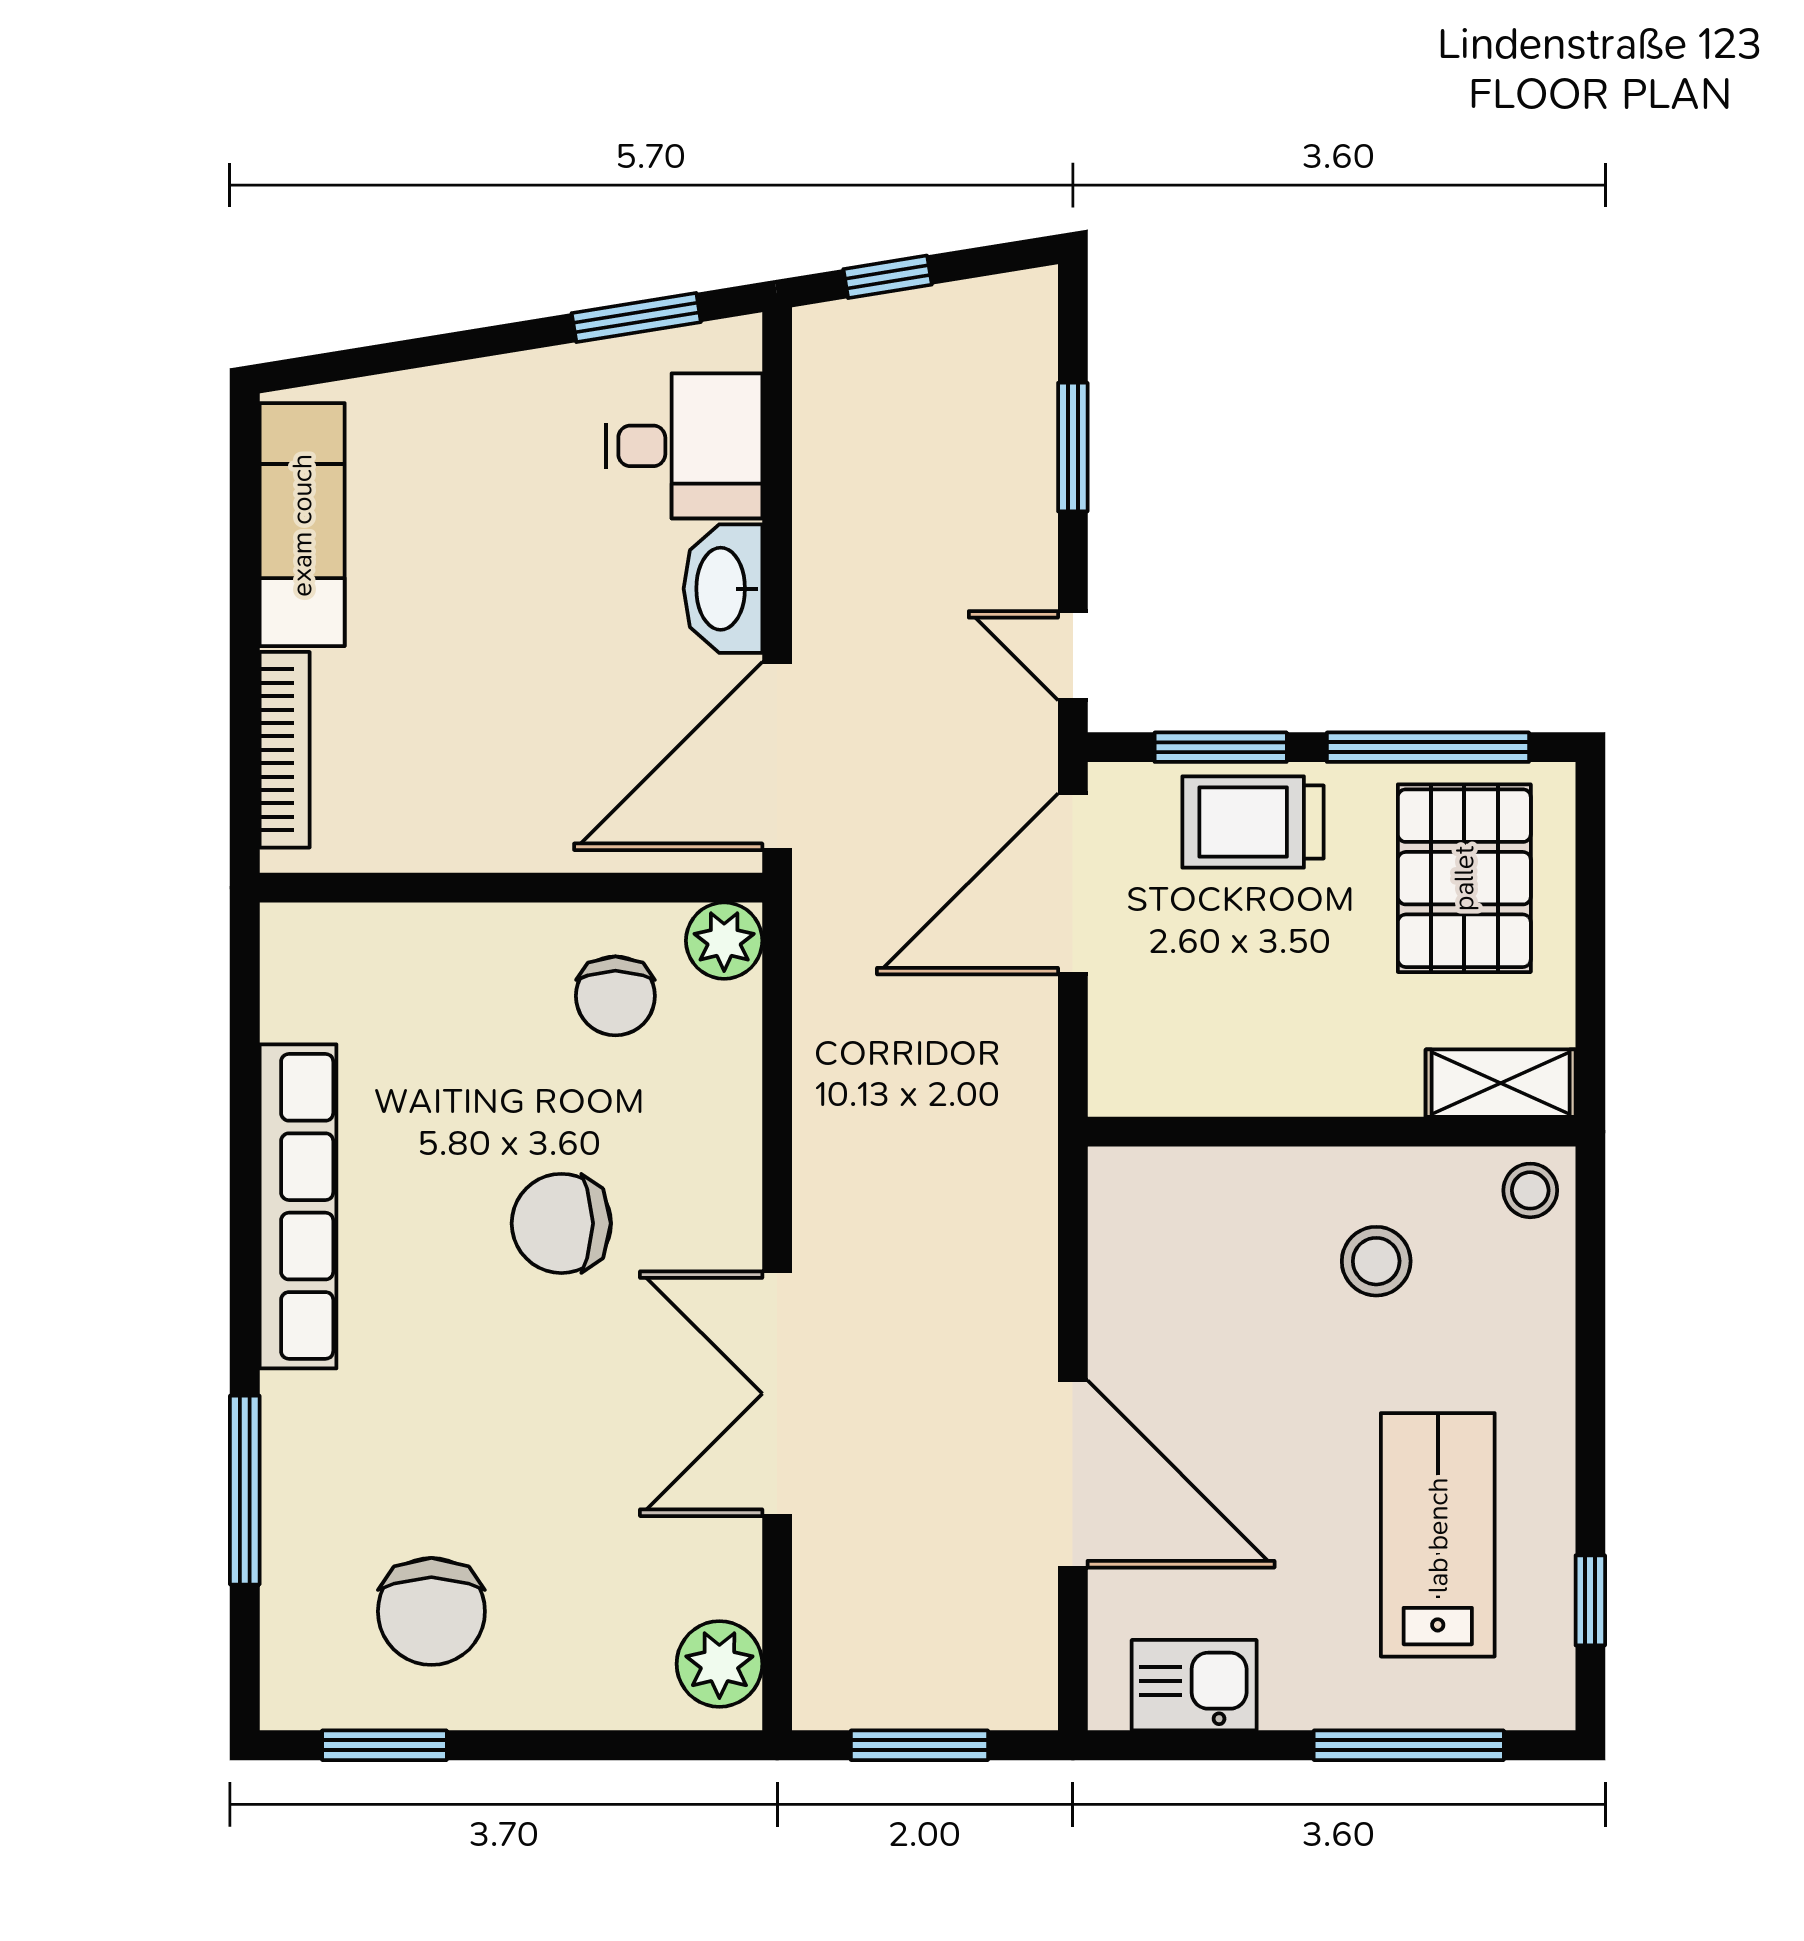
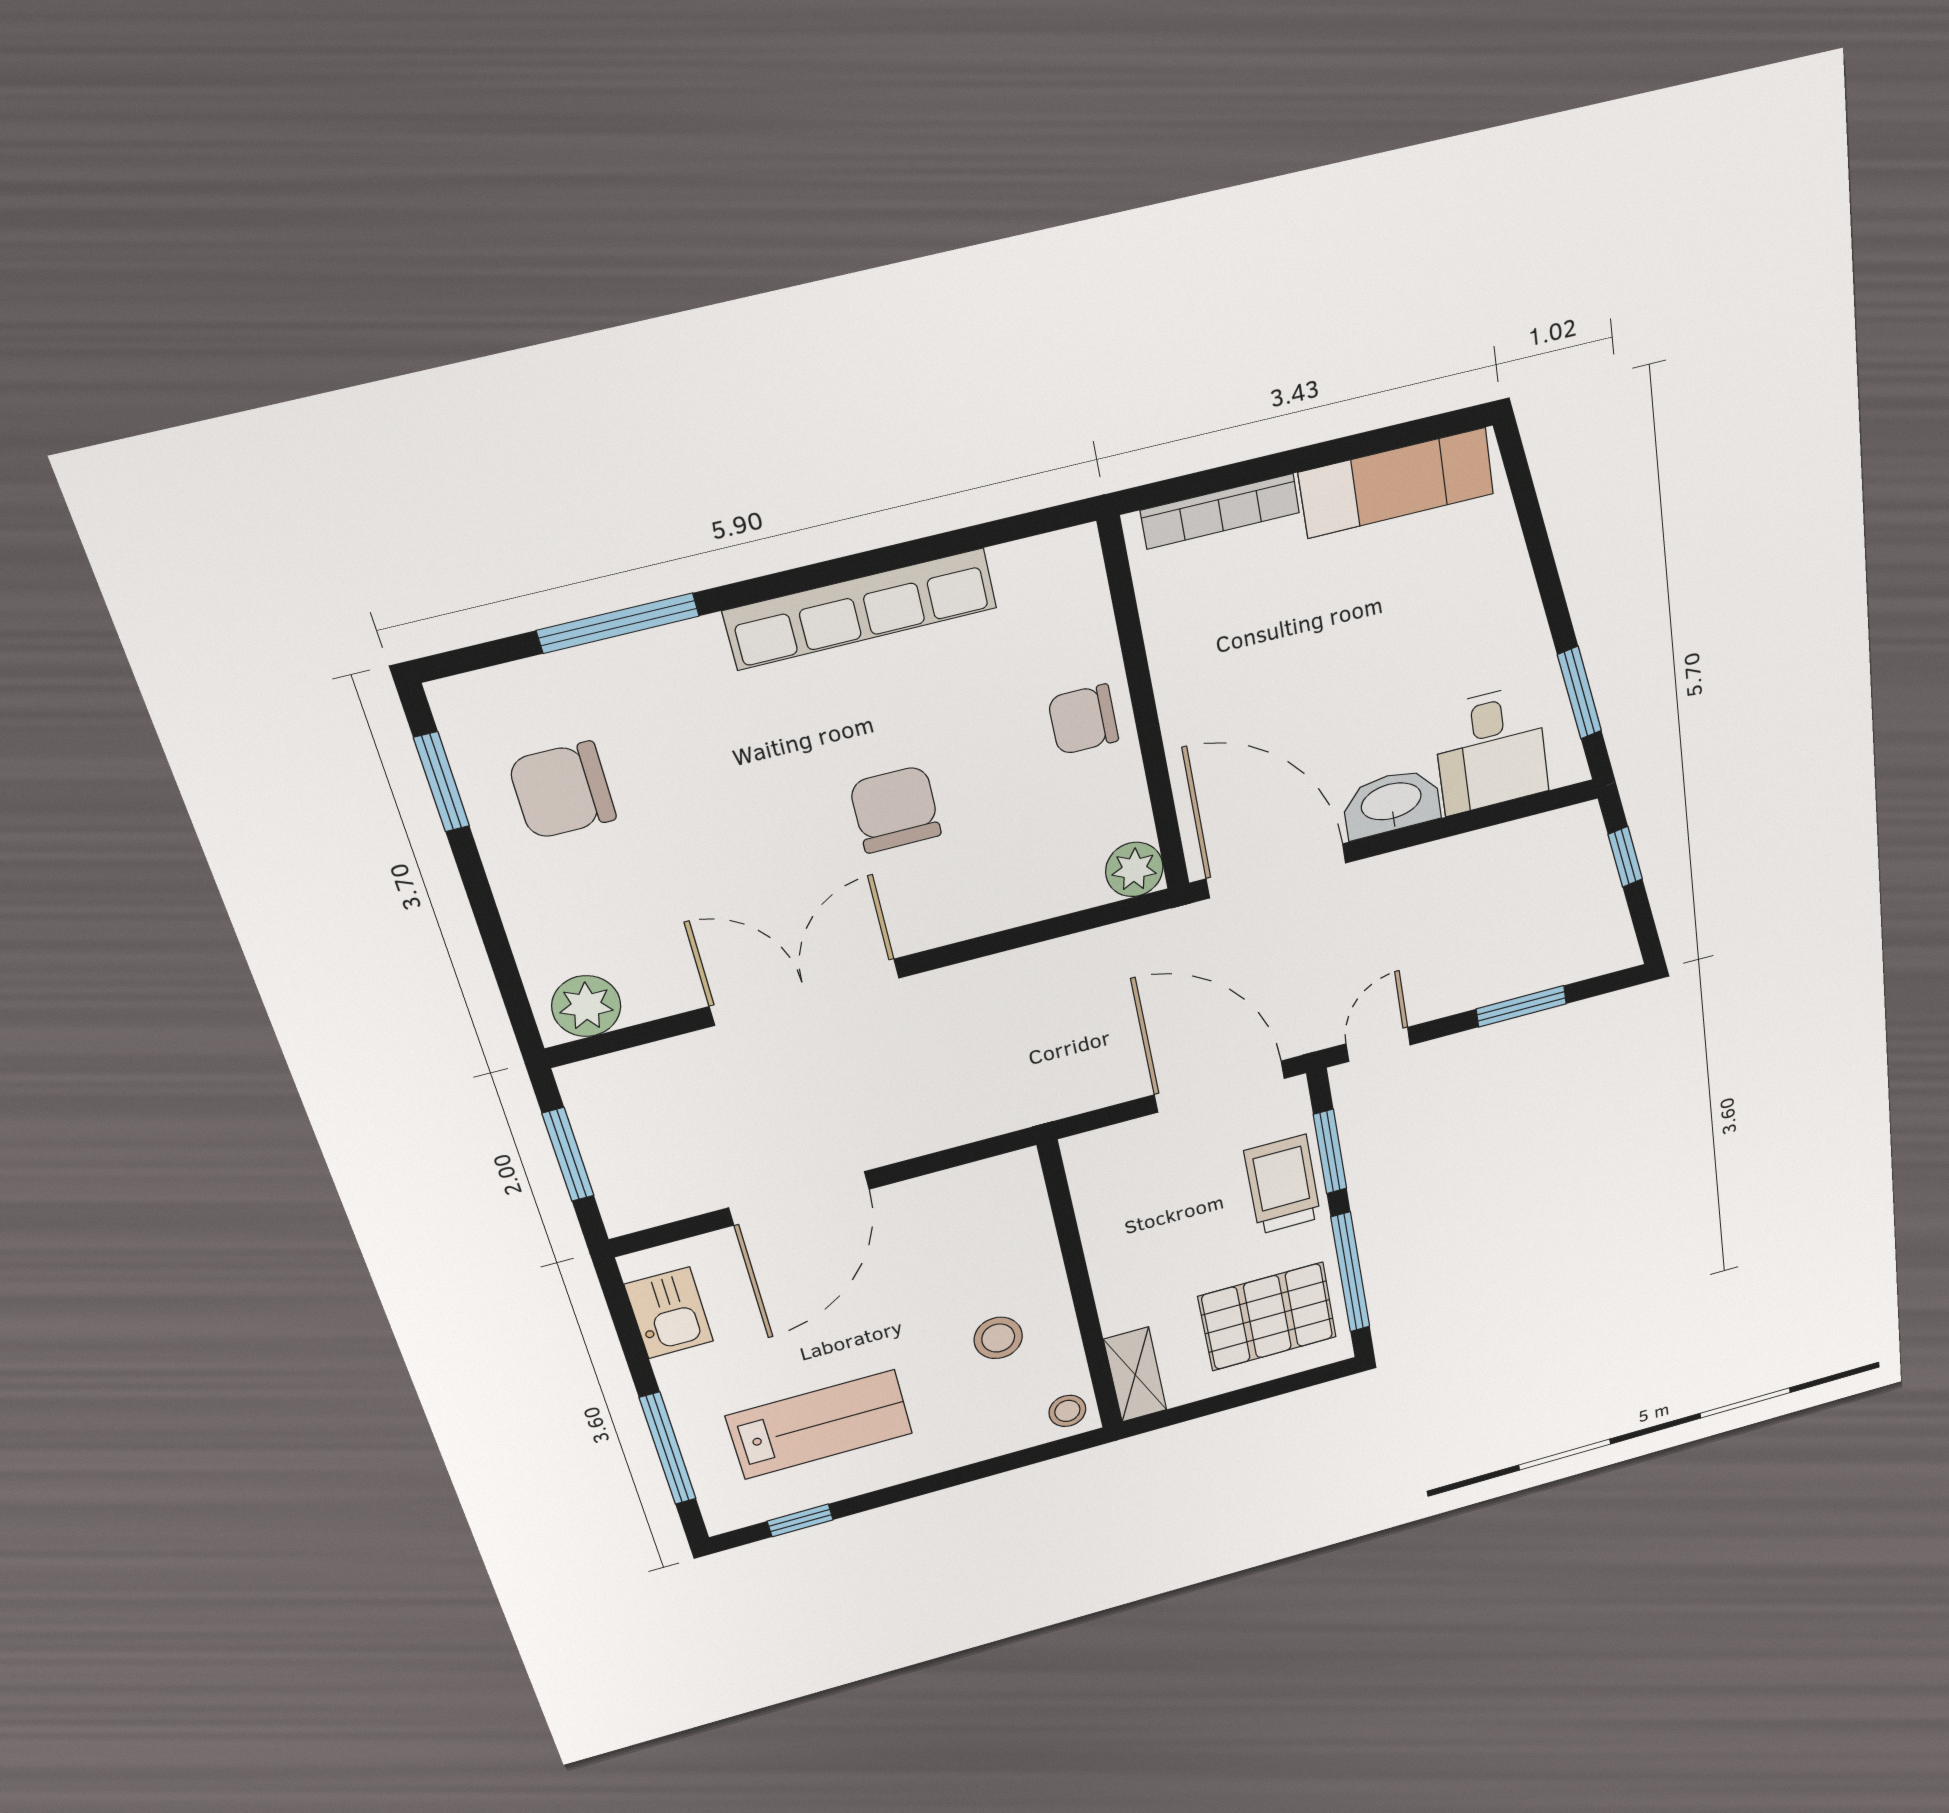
chair: (615, 996) -> (1083, 720), moved

